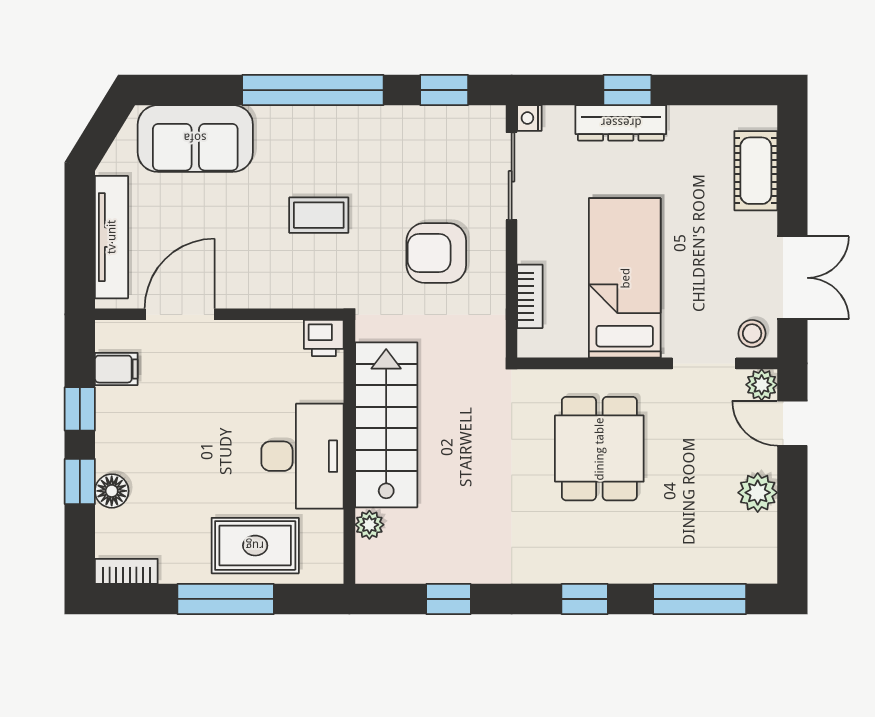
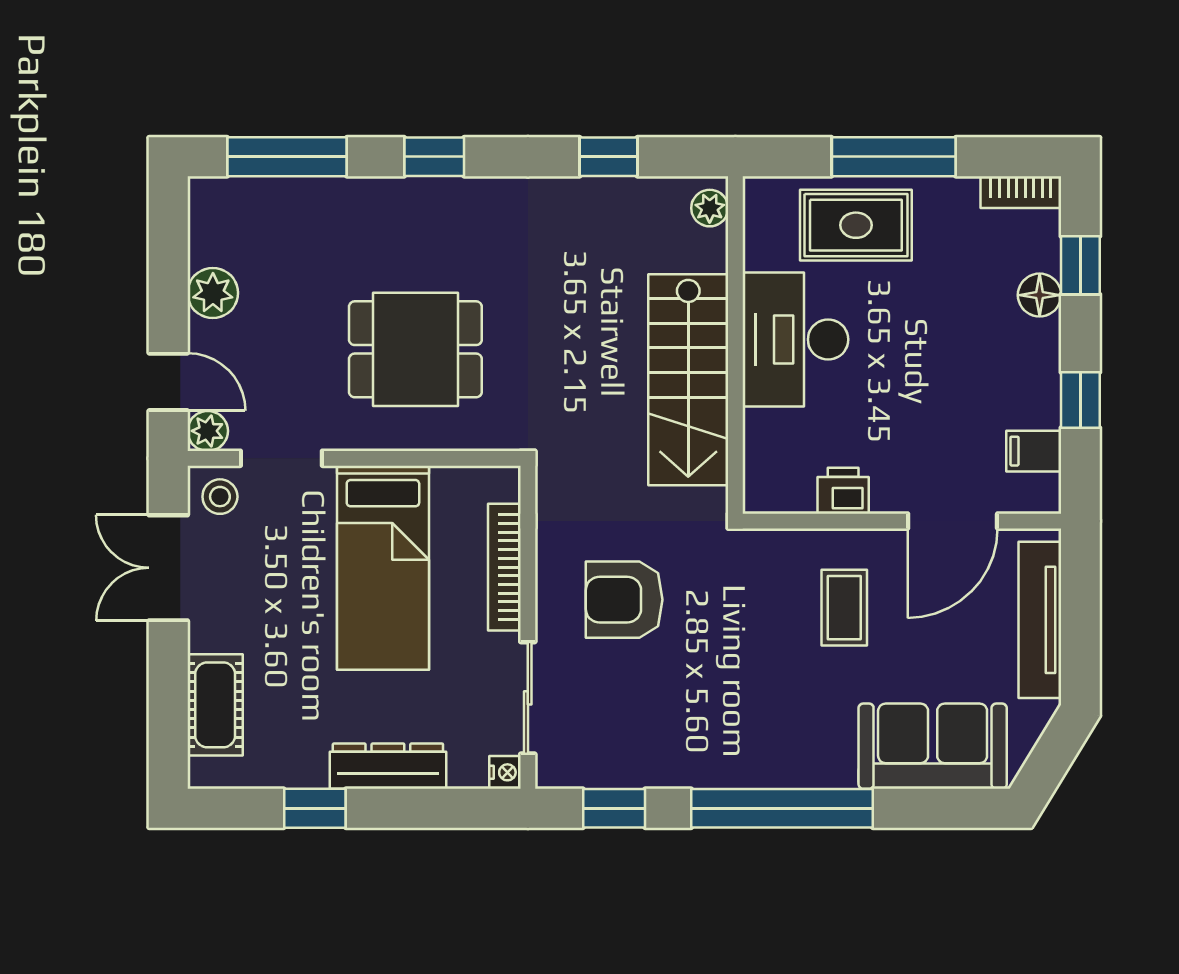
window: (627, 90) -> (315, 808), moved
coffee table: (319, 215) -> (844, 608), moved, turned 90
armchair: (436, 253) -> (624, 600), turned 180
bookcase: (530, 296) -> (504, 567), width x1.56
printer: (324, 338) -> (843, 491), moved
dining table: (599, 449) -> (415, 349), turned 90
window: (80, 481) -> (1080, 265), moved
plant: (369, 525) -> (710, 208), moved

